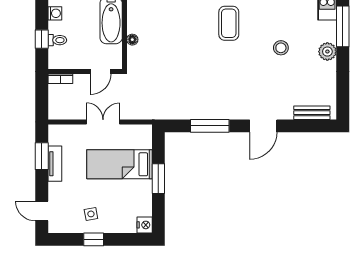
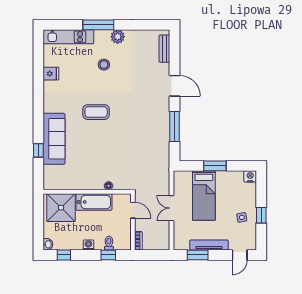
stool: (281, 48) -> (104, 65), moved
tv unit: (55, 164) -> (209, 245), width x1.41

